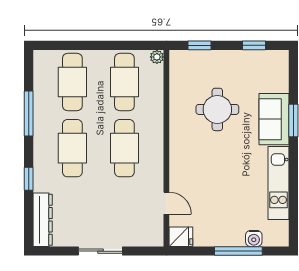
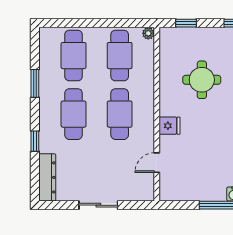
window: (29, 114) -> (35, 83), width x0.69
door: (166, 203) -> (157, 163), swing flipped
fridge: (181, 237) -> (170, 126), moved

